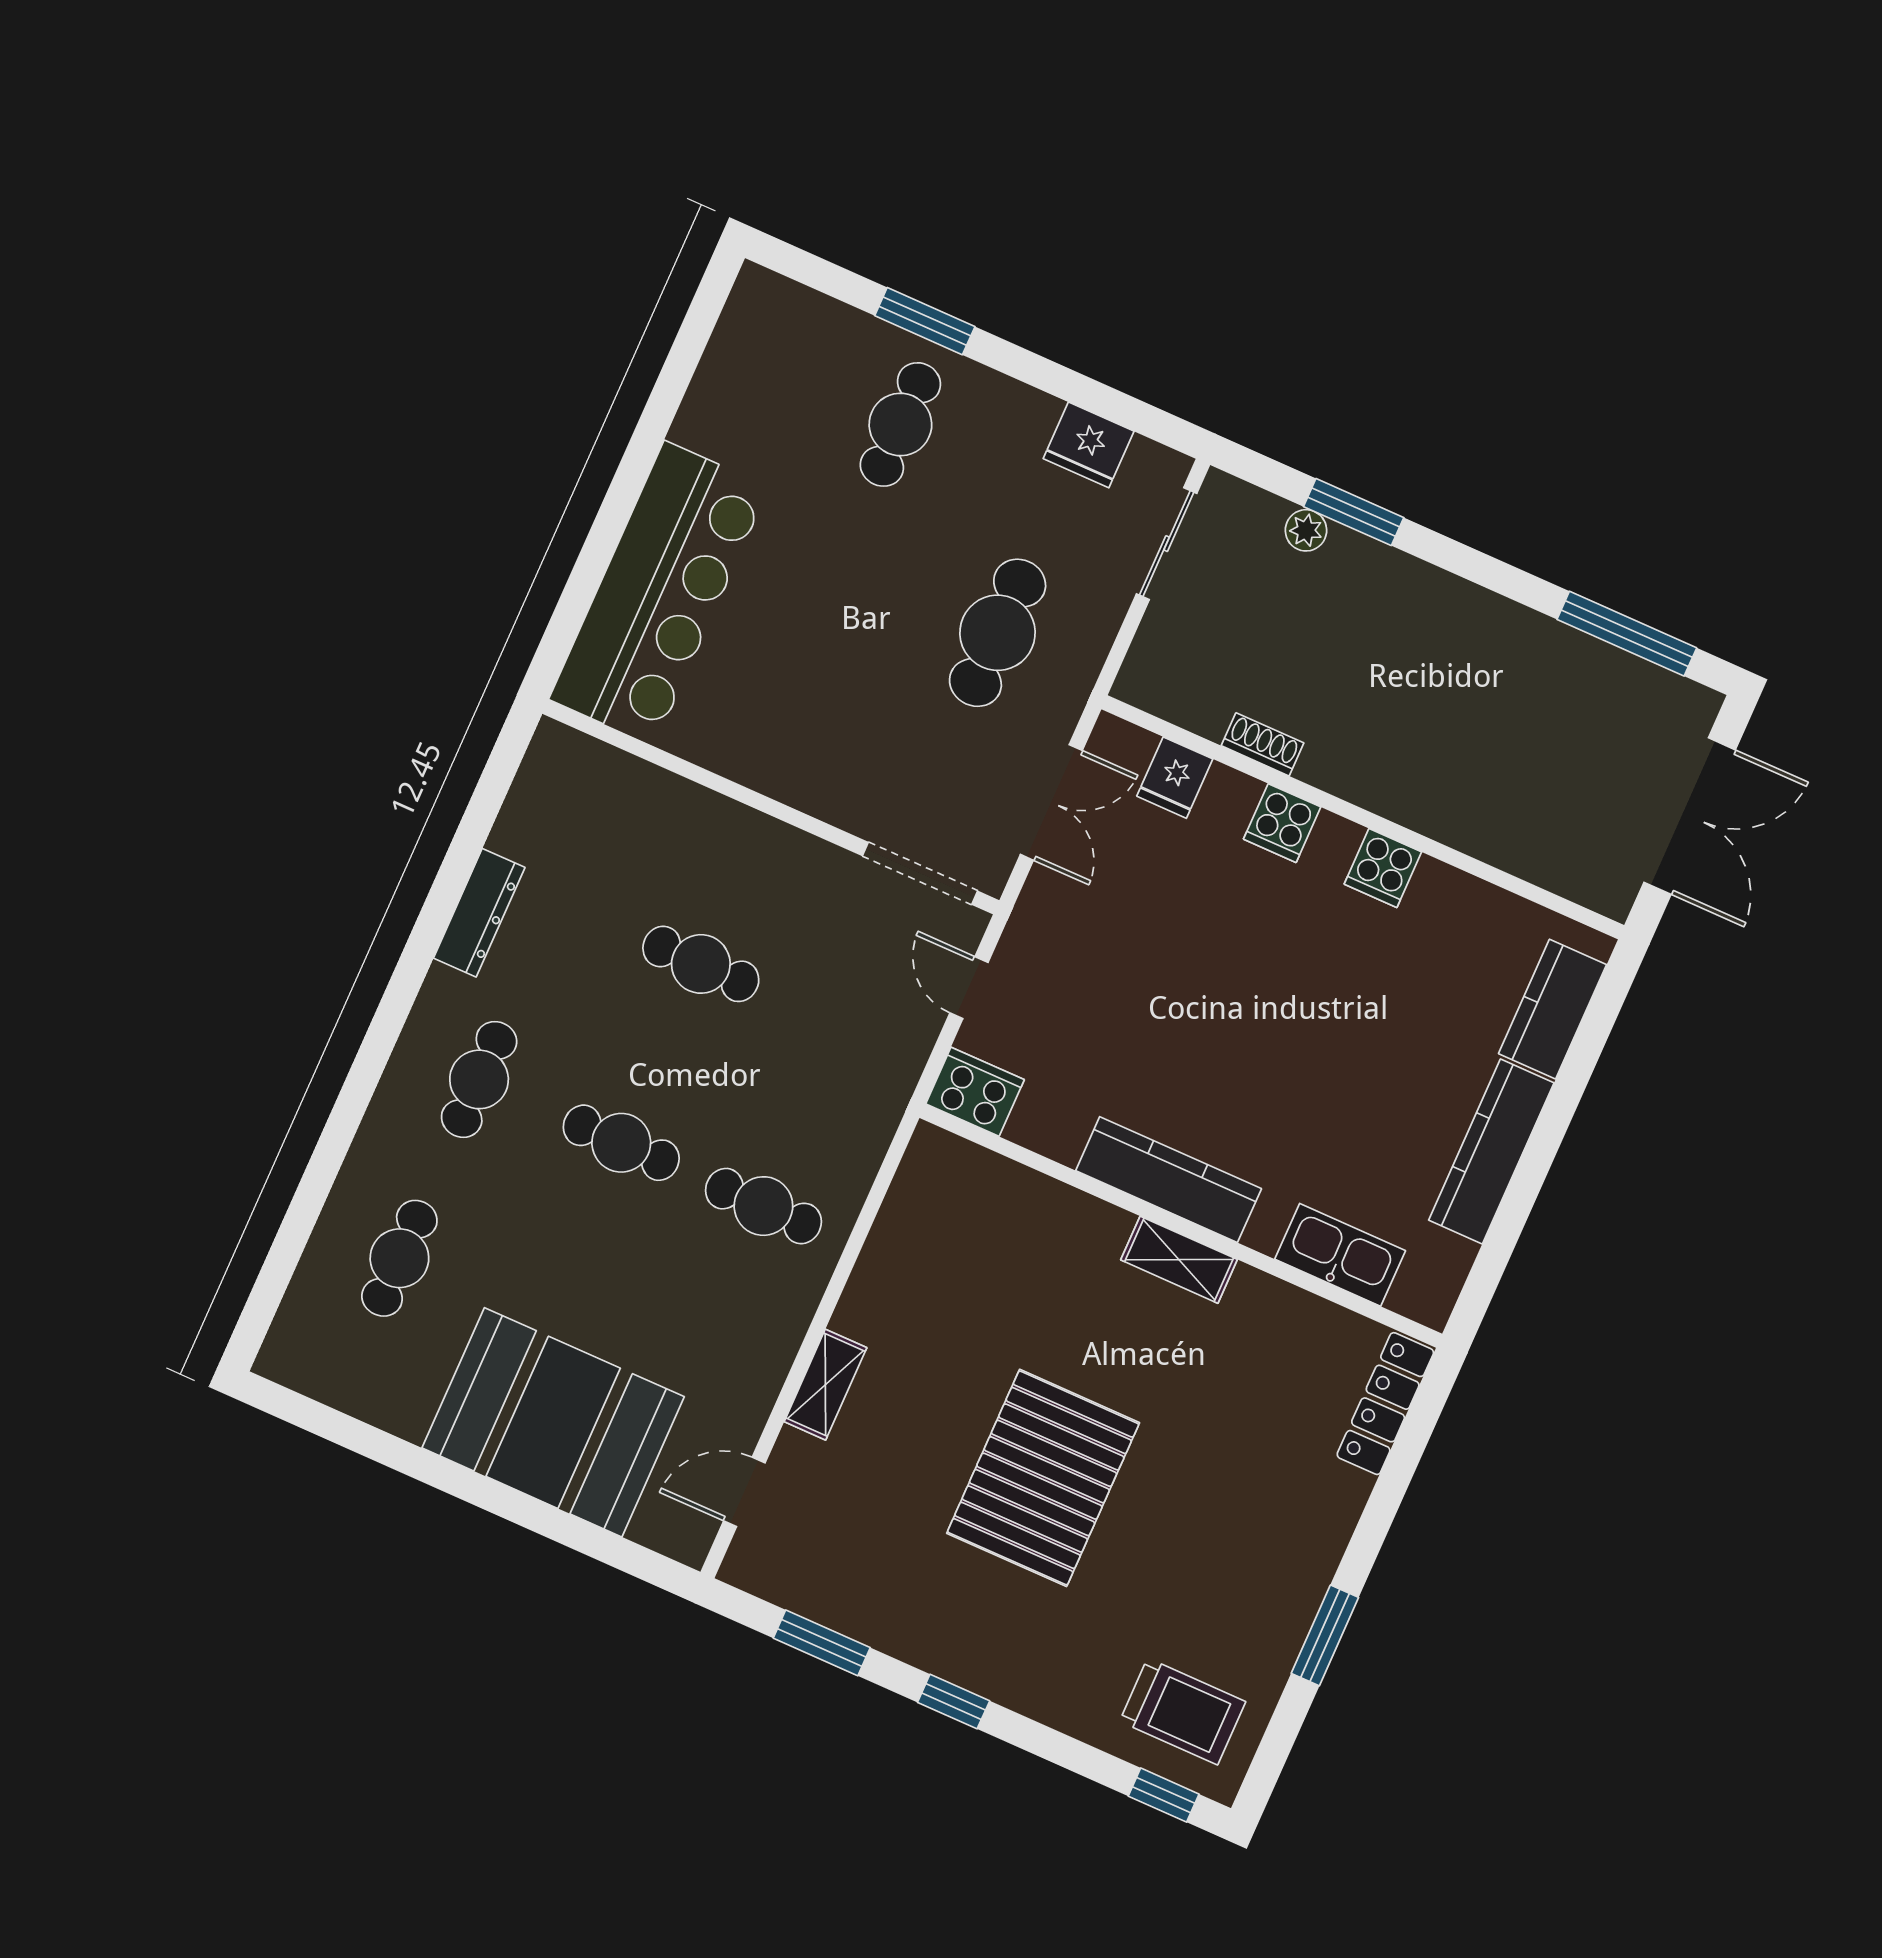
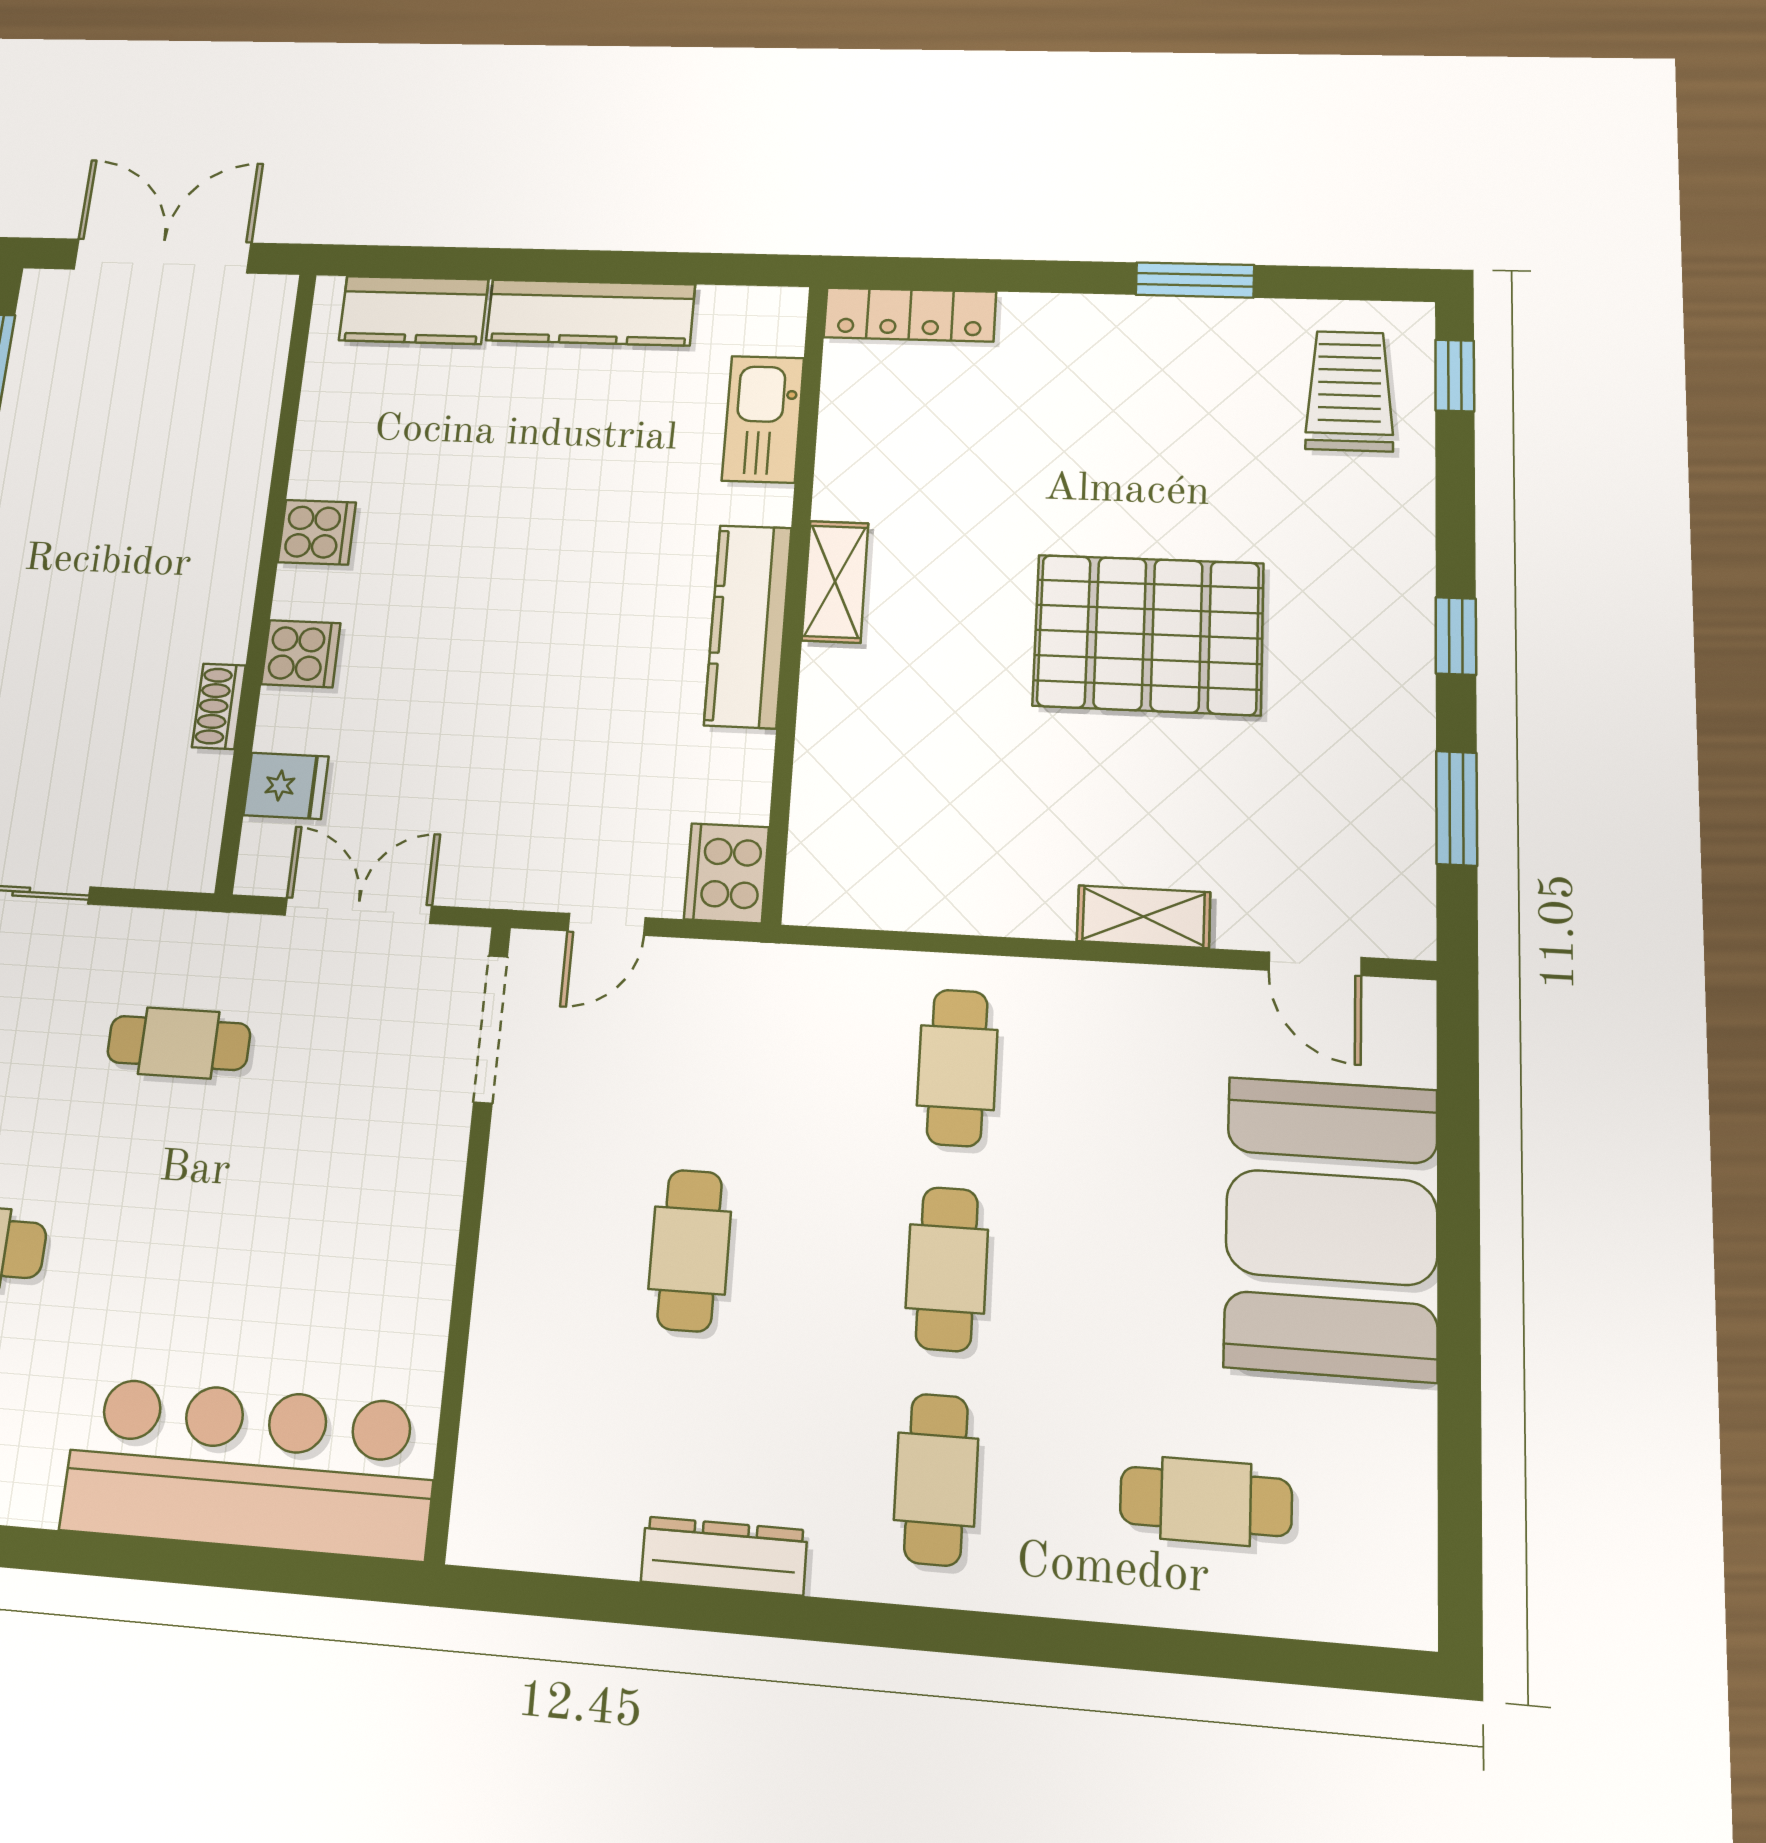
cafe table: (998, 633) -> (179, 1043), width x0.73, depth x0.74
cafe table: (479, 1079) -> (936, 1479), turned 90

